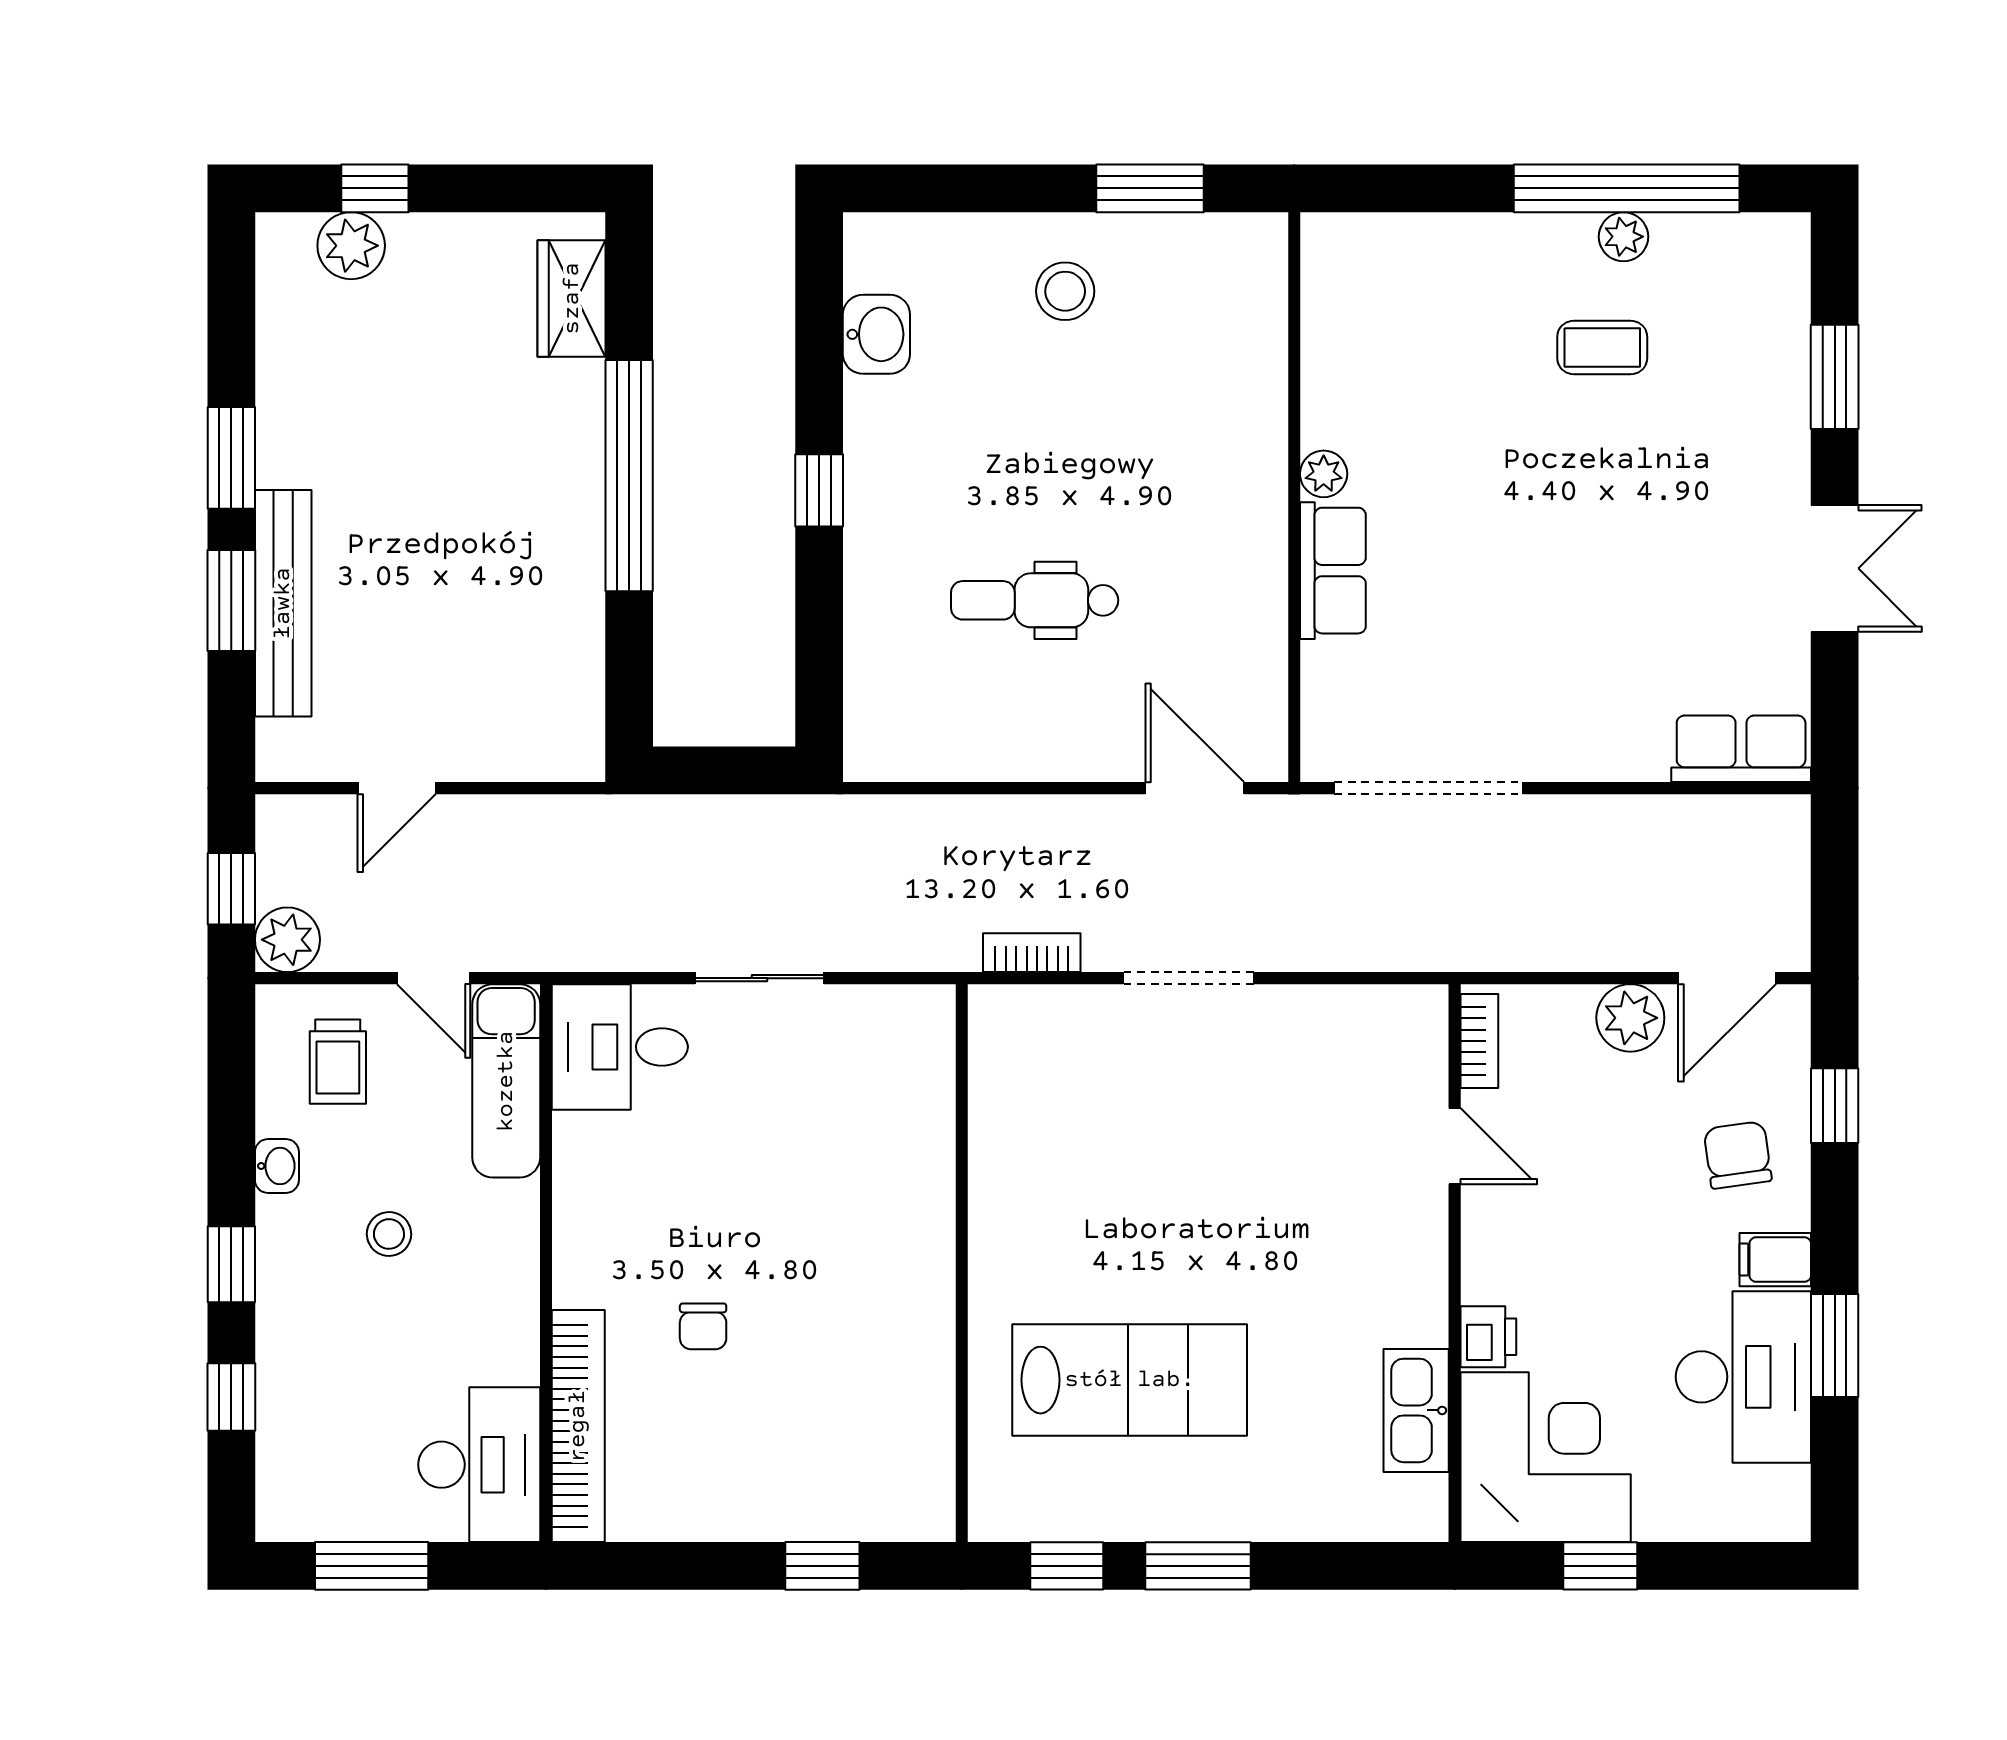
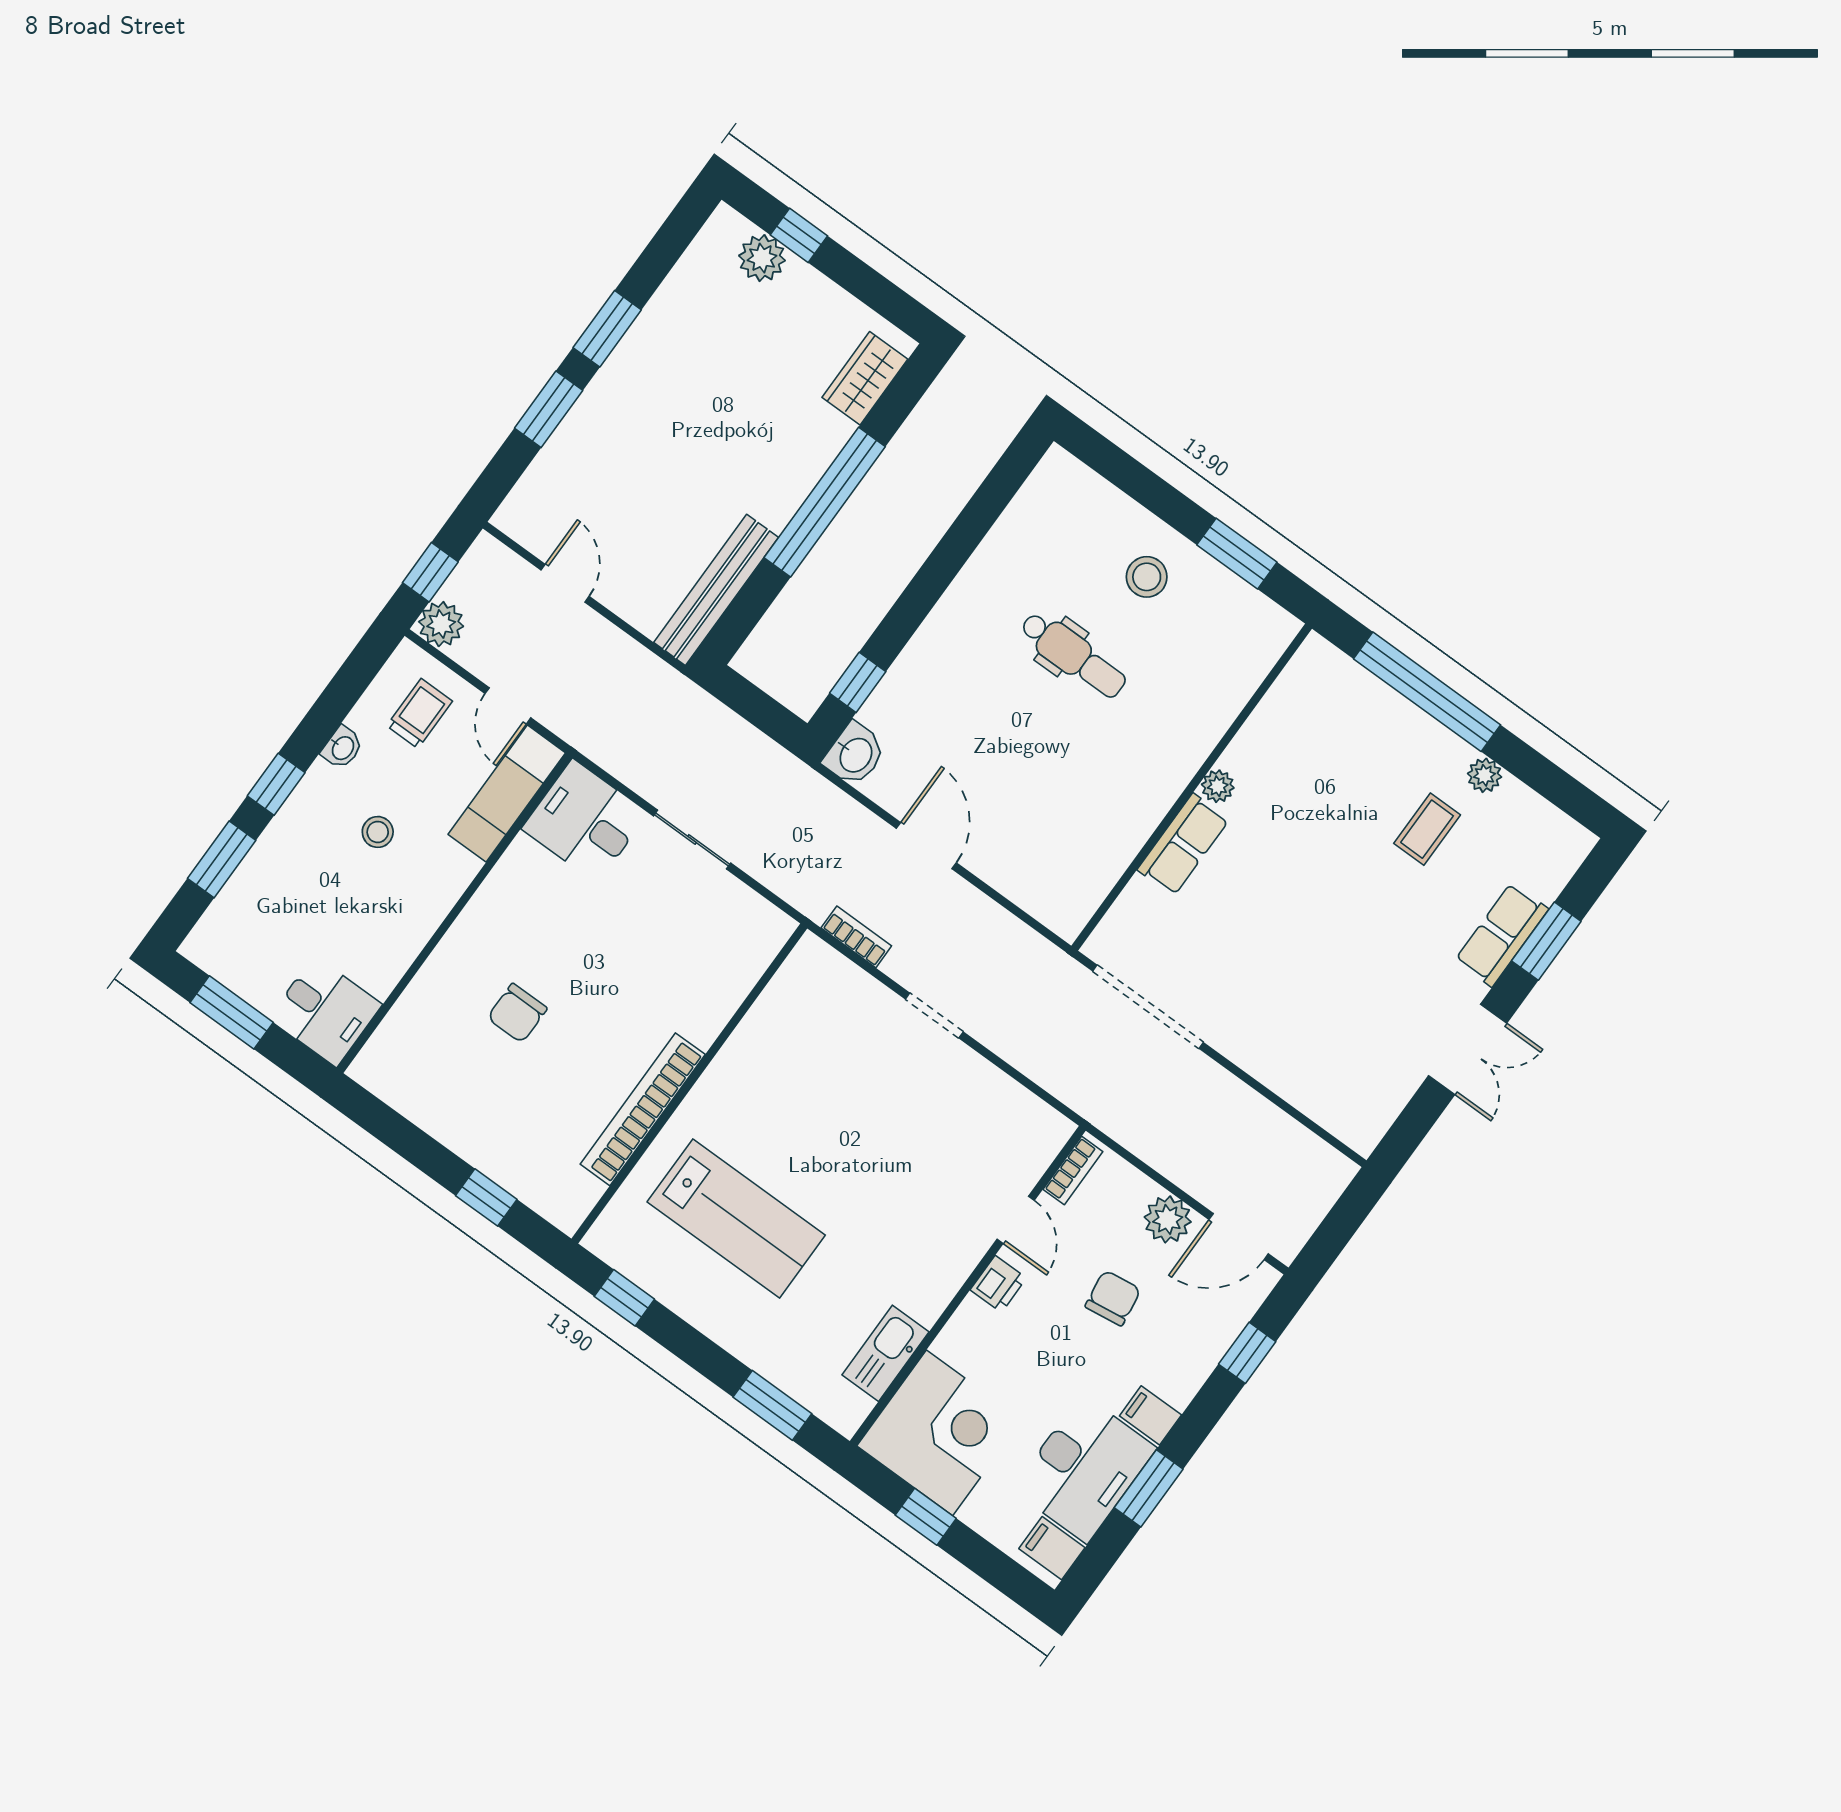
window: (1627, 188) -> (1427, 692), moved
washbasin: (876, 334) -> (855, 754), moved
coffee table: (1602, 347) -> (1427, 829), turned 90
window: (819, 490) -> (858, 682), moved
dental chair: (1035, 600) -> (1073, 655), moved, turned 180
bench: (283, 603) -> (716, 590), moved
row of seats: (1741, 749) -> (1502, 935), moved, turned -90
door: (397, 788) -> (565, 583), swing flipped
door: (1195, 788) -> (926, 846), moved
doorway: (1188, 978) -> (934, 1016), width x0.73
trolley: (338, 1062) -> (420, 714), turned 180
chair: (1738, 1155) -> (1113, 1298), moved
chair: (703, 1326) -> (517, 1013), width x1.37, depth x1.37
printer: (1488, 1337) -> (998, 1284), moved
window: (231, 1397) -> (222, 859), width x1.50
bookcase: (578, 1426) -> (643, 1109), moved, turned 180
desk: (479, 1465) -> (325, 1011), width x0.73
filing cabinet: (1773, 1496) -> (1052, 1548), added
window: (1198, 1566) -> (772, 1405), moved

